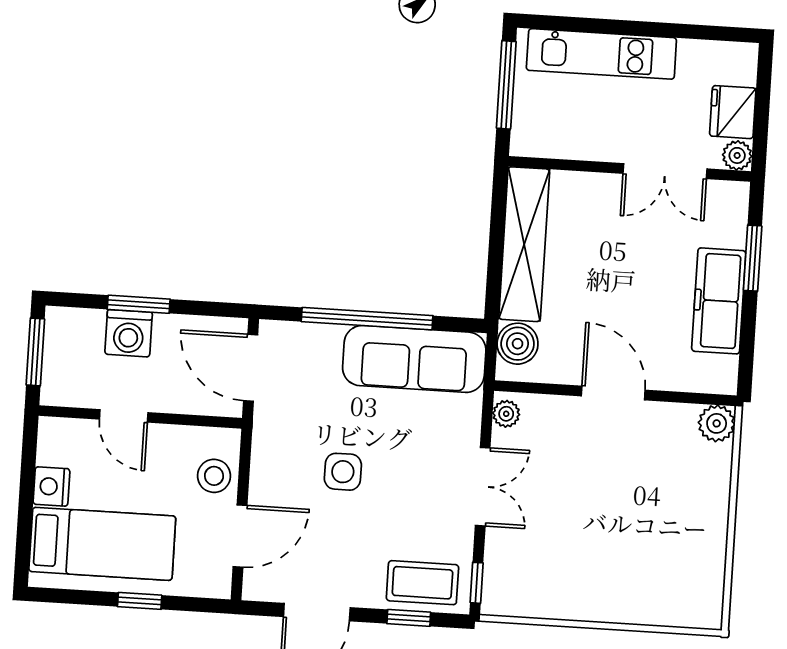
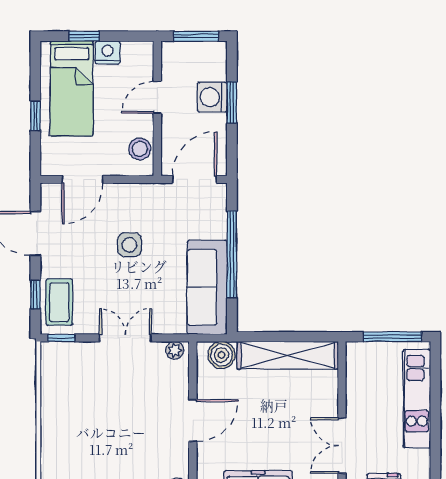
stool: (214, 476) -> (140, 149), moved
double door: (483, 487) -> (125, 338), swing flipped
window: (25, 520) -> (84, 36), added
door: (240, 536) -> (83, 179), hinge flipped

